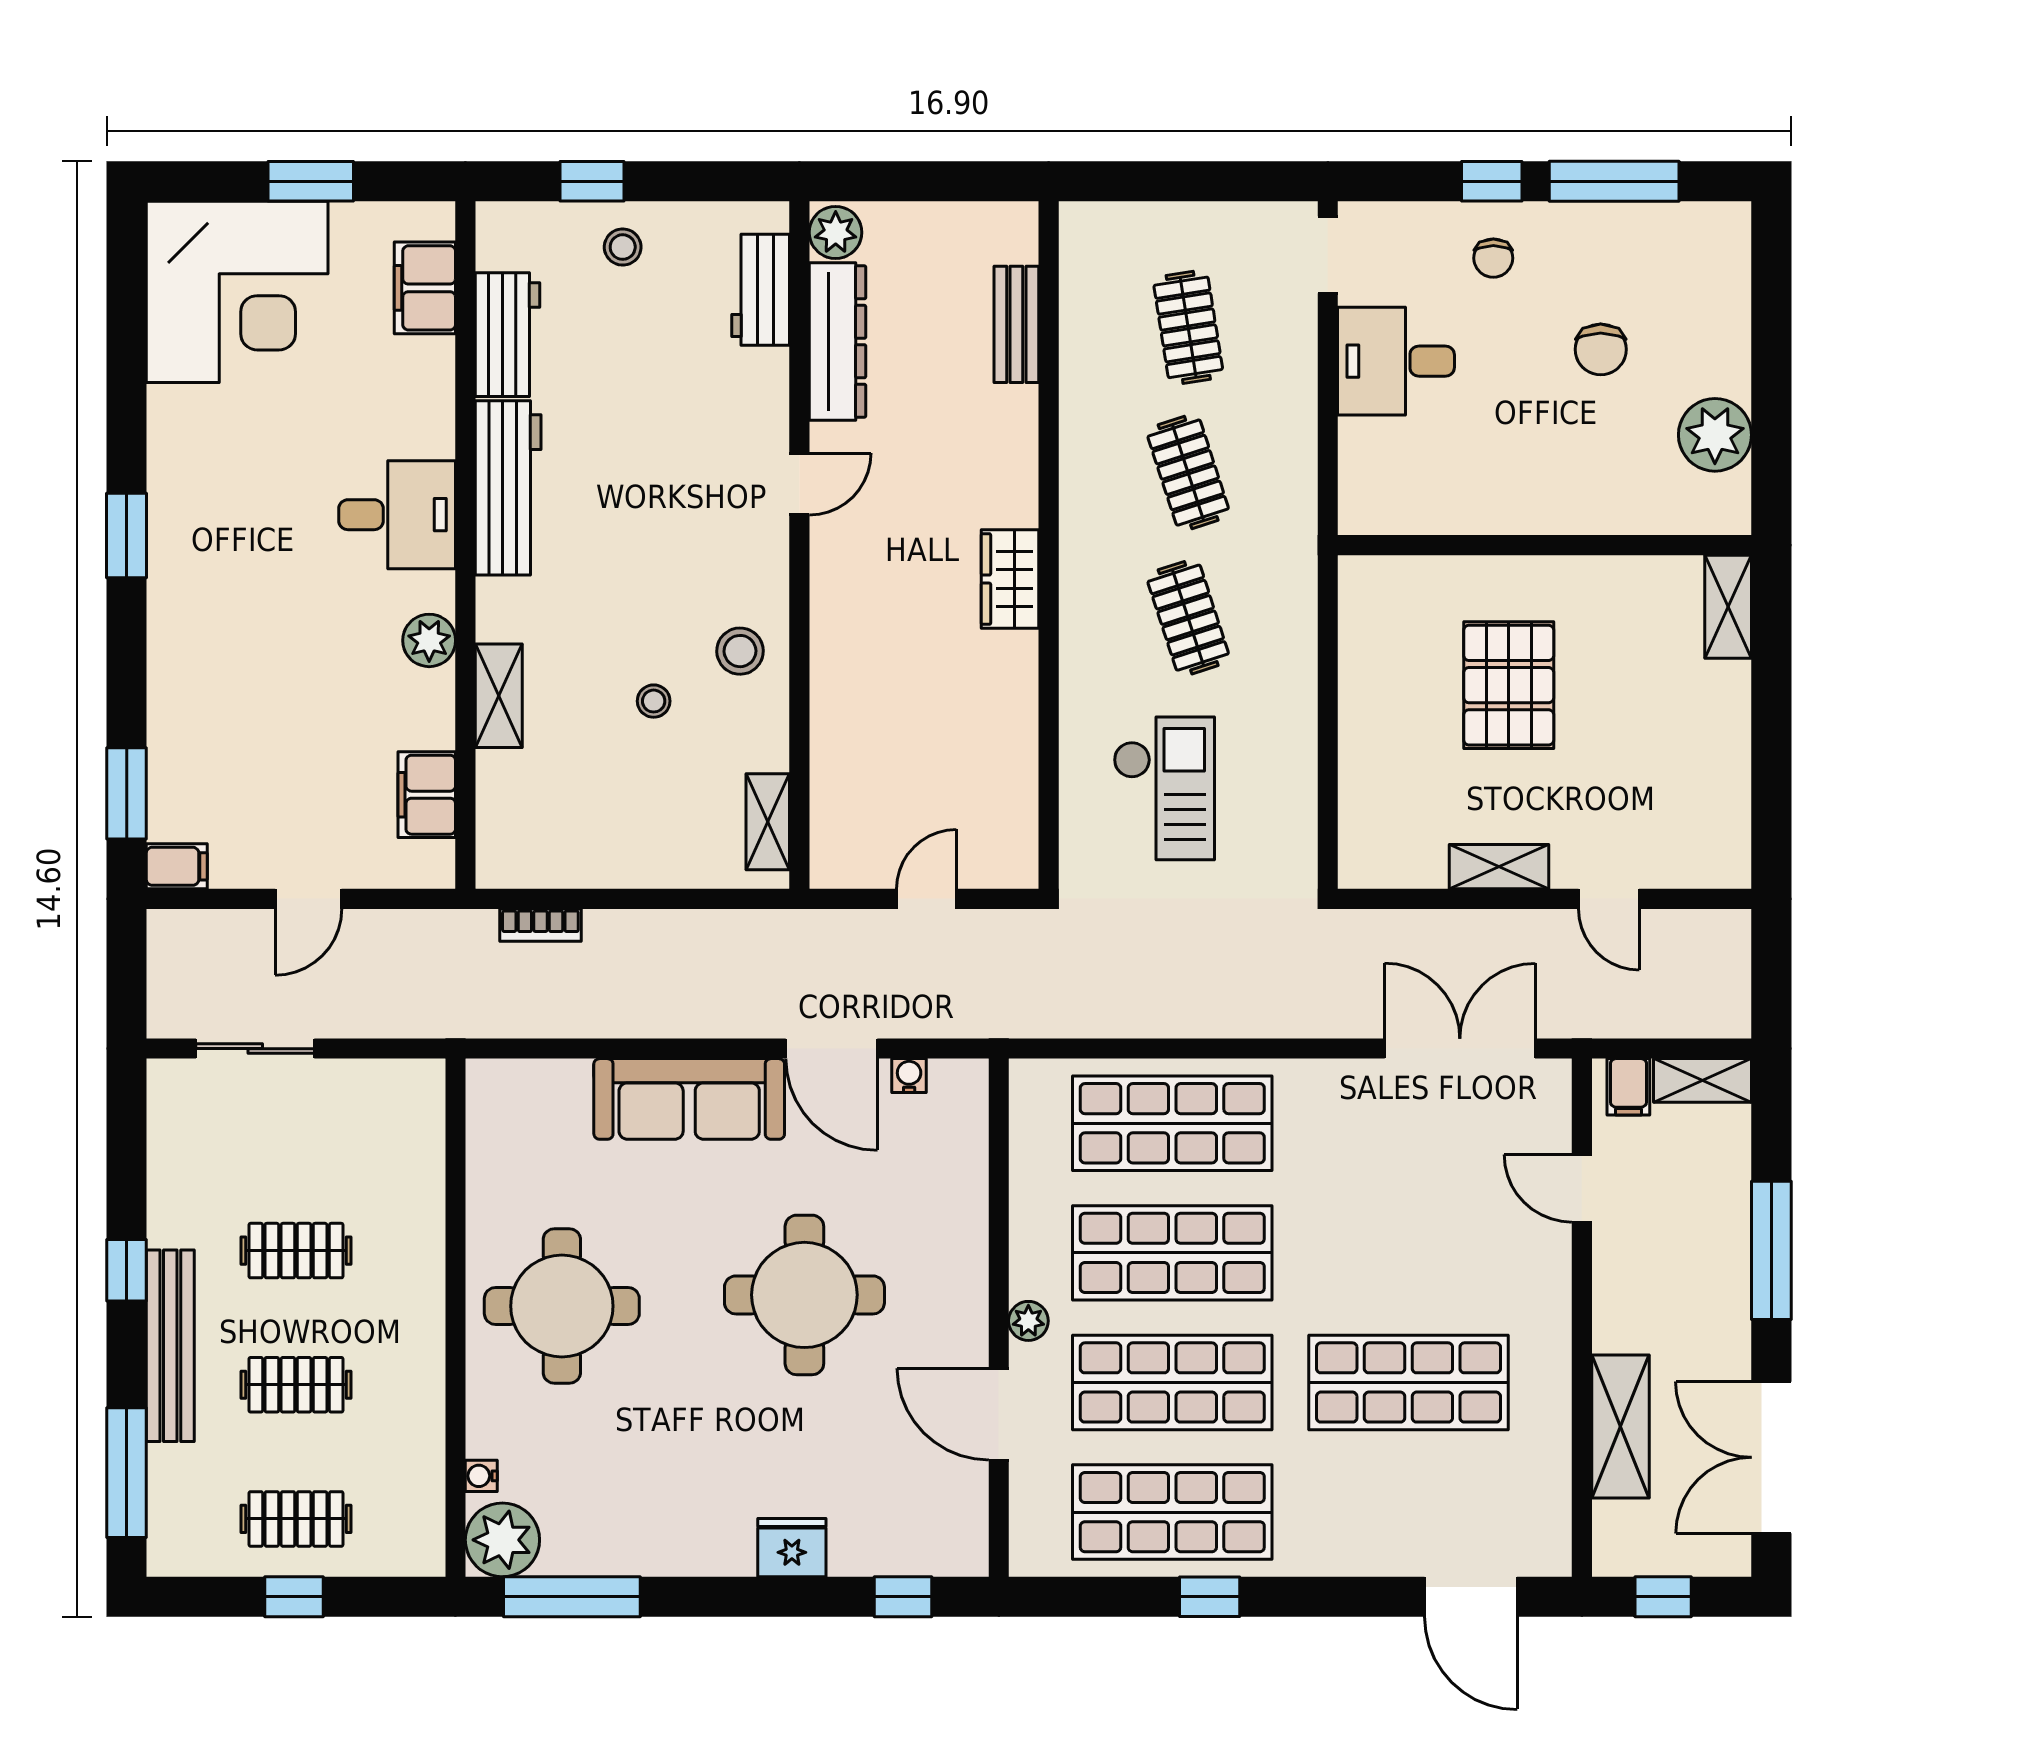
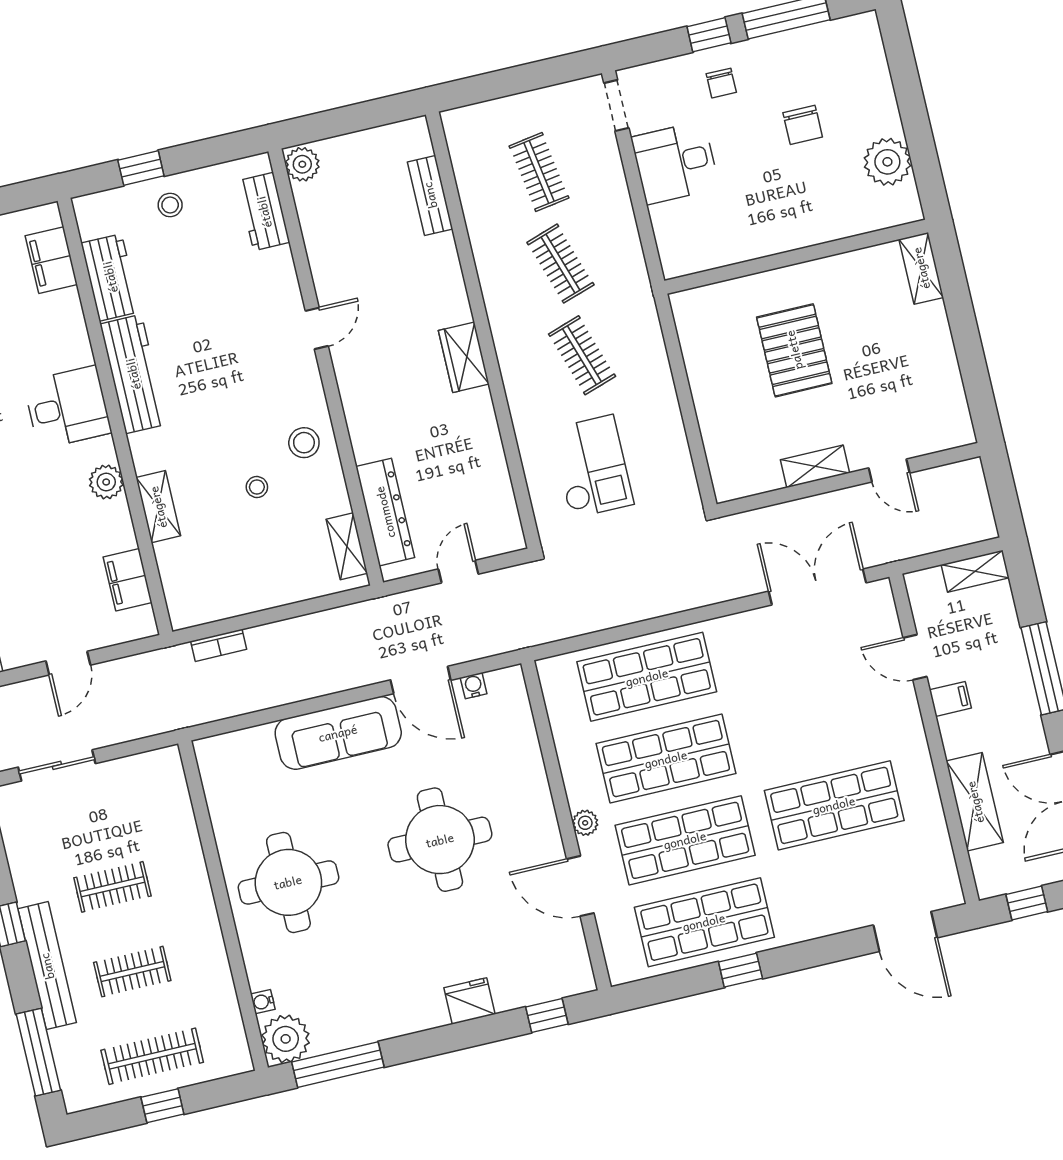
dresser: (838, 342) -> (385, 512), moved
filing cabinet: (1628, 1087) -> (950, 699), moved, turned -90
clothes rail: (296, 1519) -> (152, 1056), width x1.36

